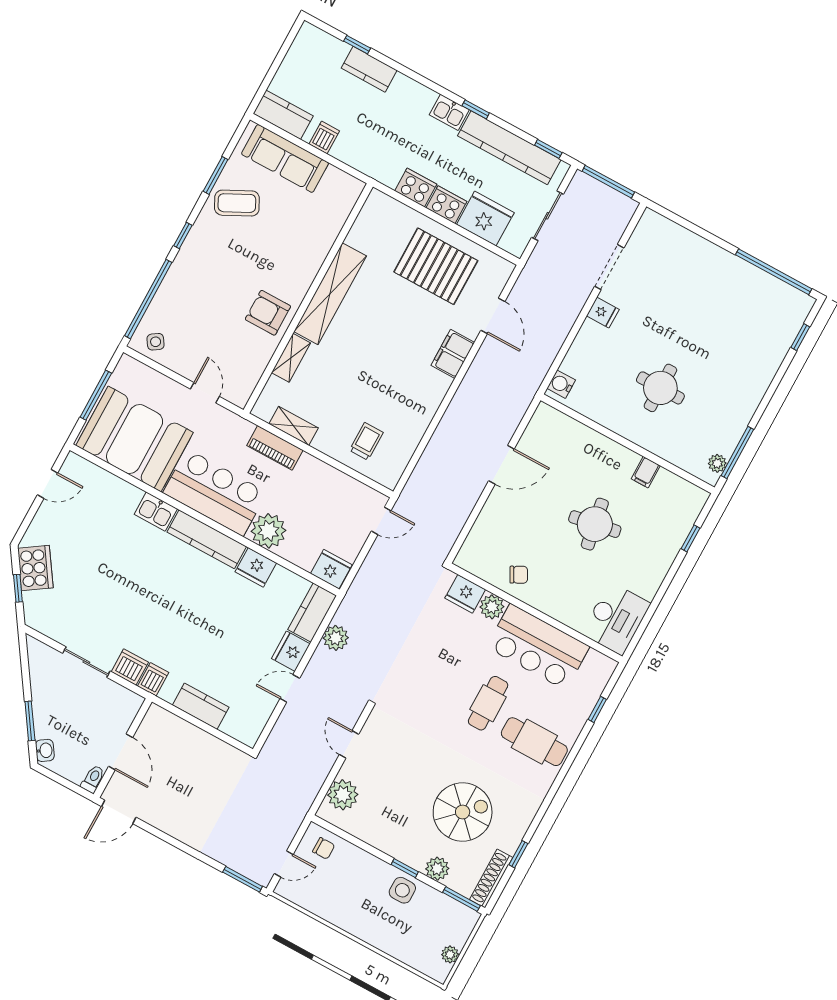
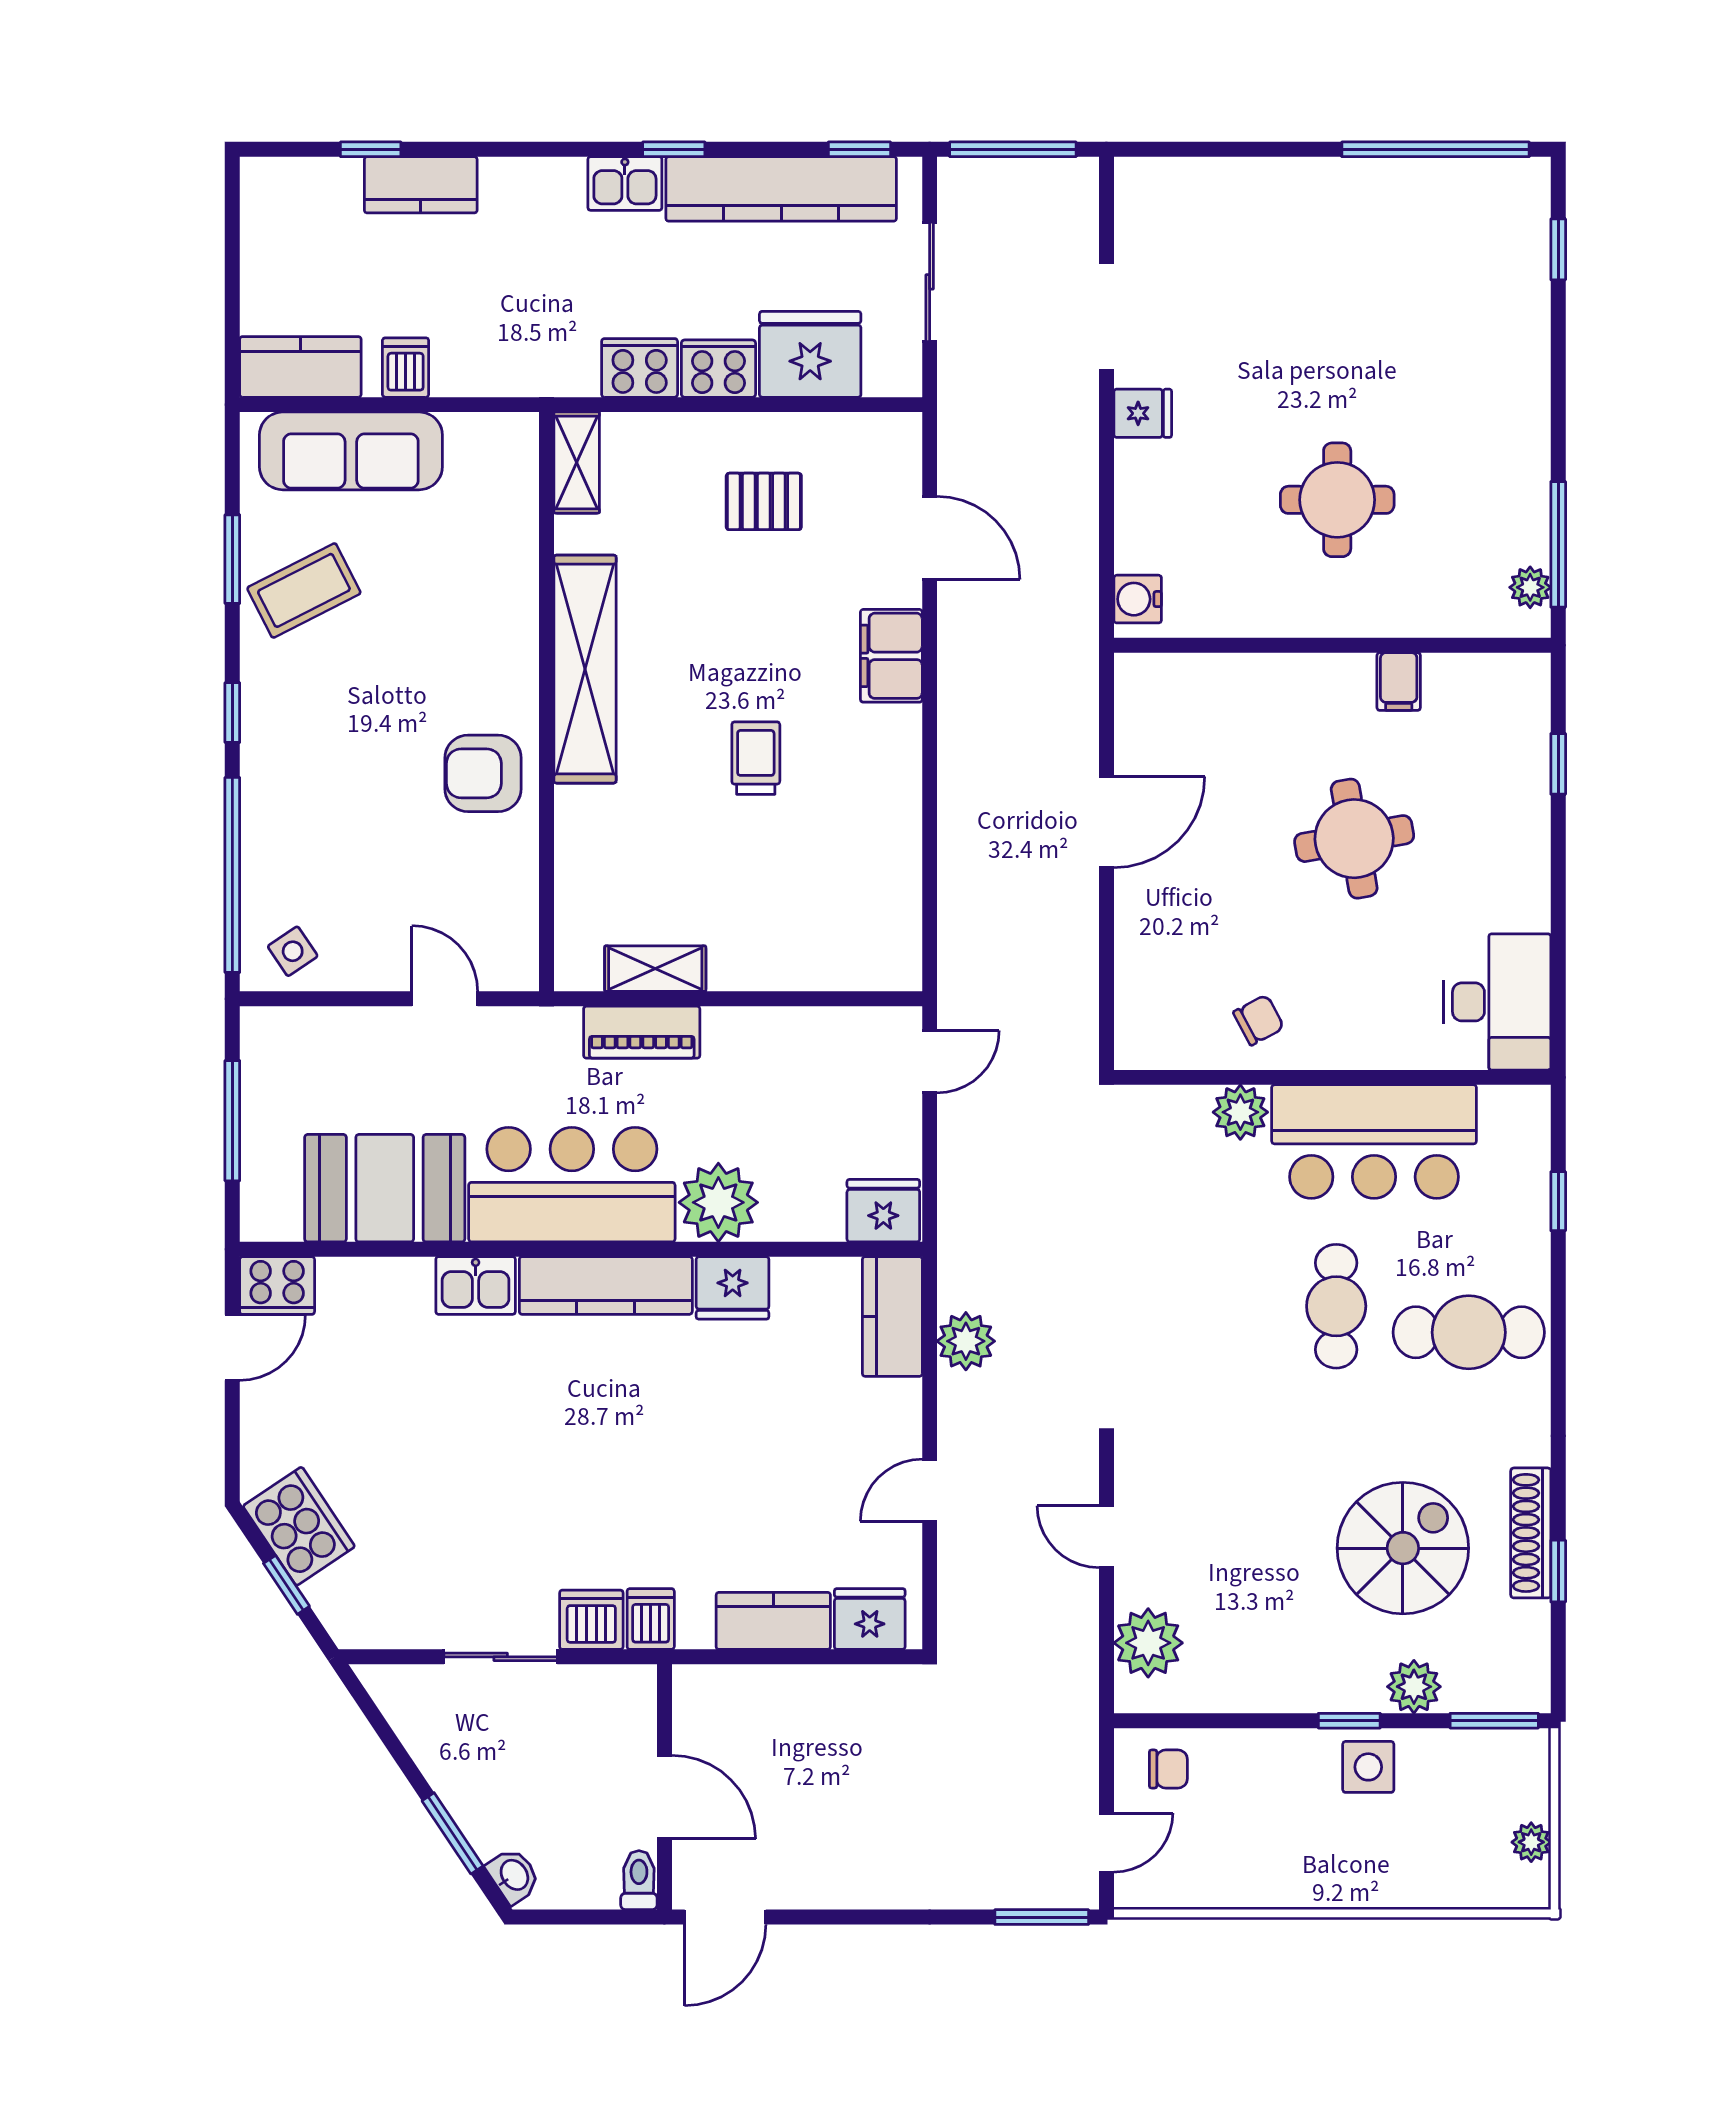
pallet: (436, 266) -> (764, 501), width x0.49, depth x0.50
shelving: (291, 358) -> (577, 462), moved
booth: (135, 439) -> (385, 1188), width x0.73, depth x0.70
trolley: (366, 441) -> (756, 758), moved
cooker: (78, 469) -> (277, 1286), added
fridge: (465, 594) -> (1174, 1115), removed
fridge: (291, 651) -> (870, 1619), moved, turned 90
shoe rack: (491, 879) -> (1531, 1533), moved

